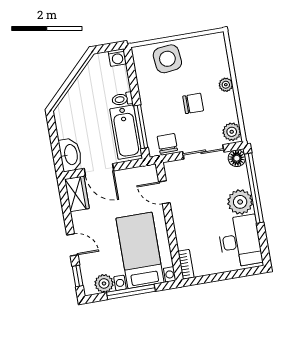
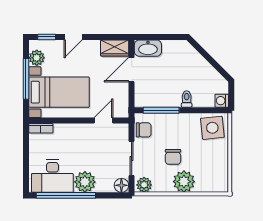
side table: (167, 59) -> (212, 128), moved
plant: (226, 85) -> (184, 182), width x1.88, depth x1.88
bathtub: (126, 132) -> (159, 97), removed
window: (254, 188) -> (66, 195), moved

